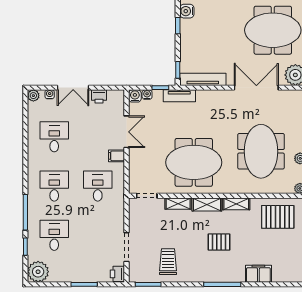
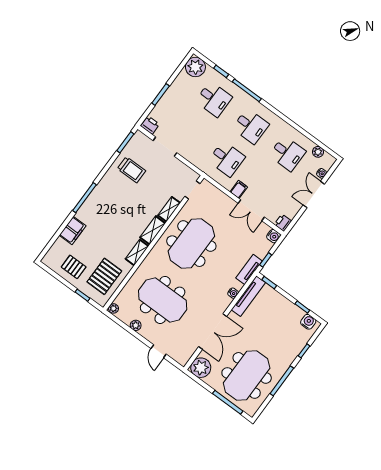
water cooler: (147, 95) -> (233, 293), moved
plant: (33, 96) -> (318, 152), moved
printer: (99, 96) -> (283, 223), moved
pallet: (219, 242) -> (74, 267), moved, turned 90

